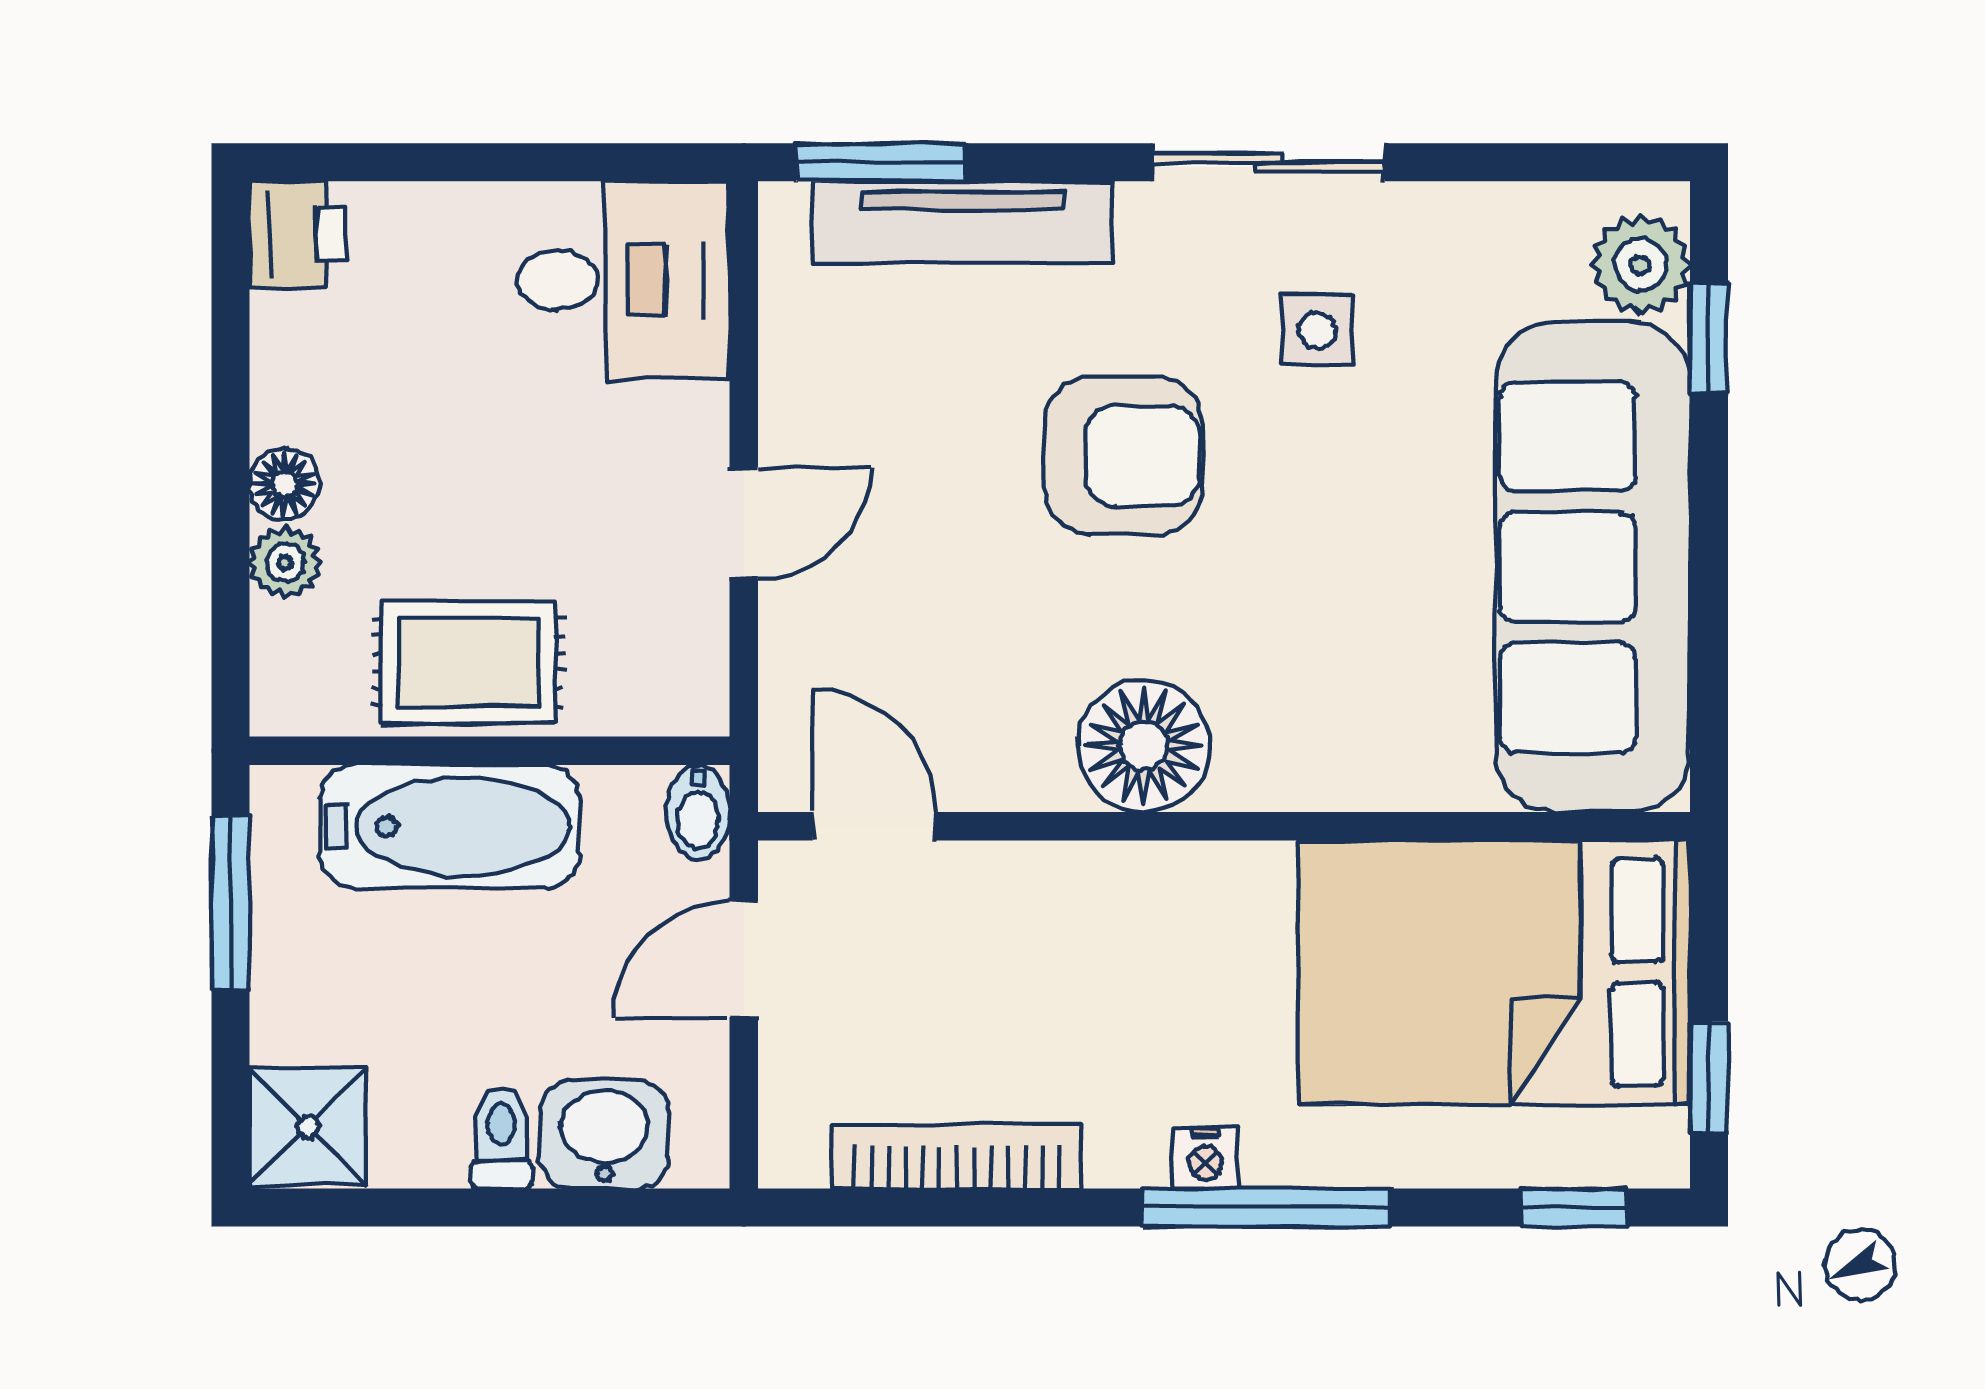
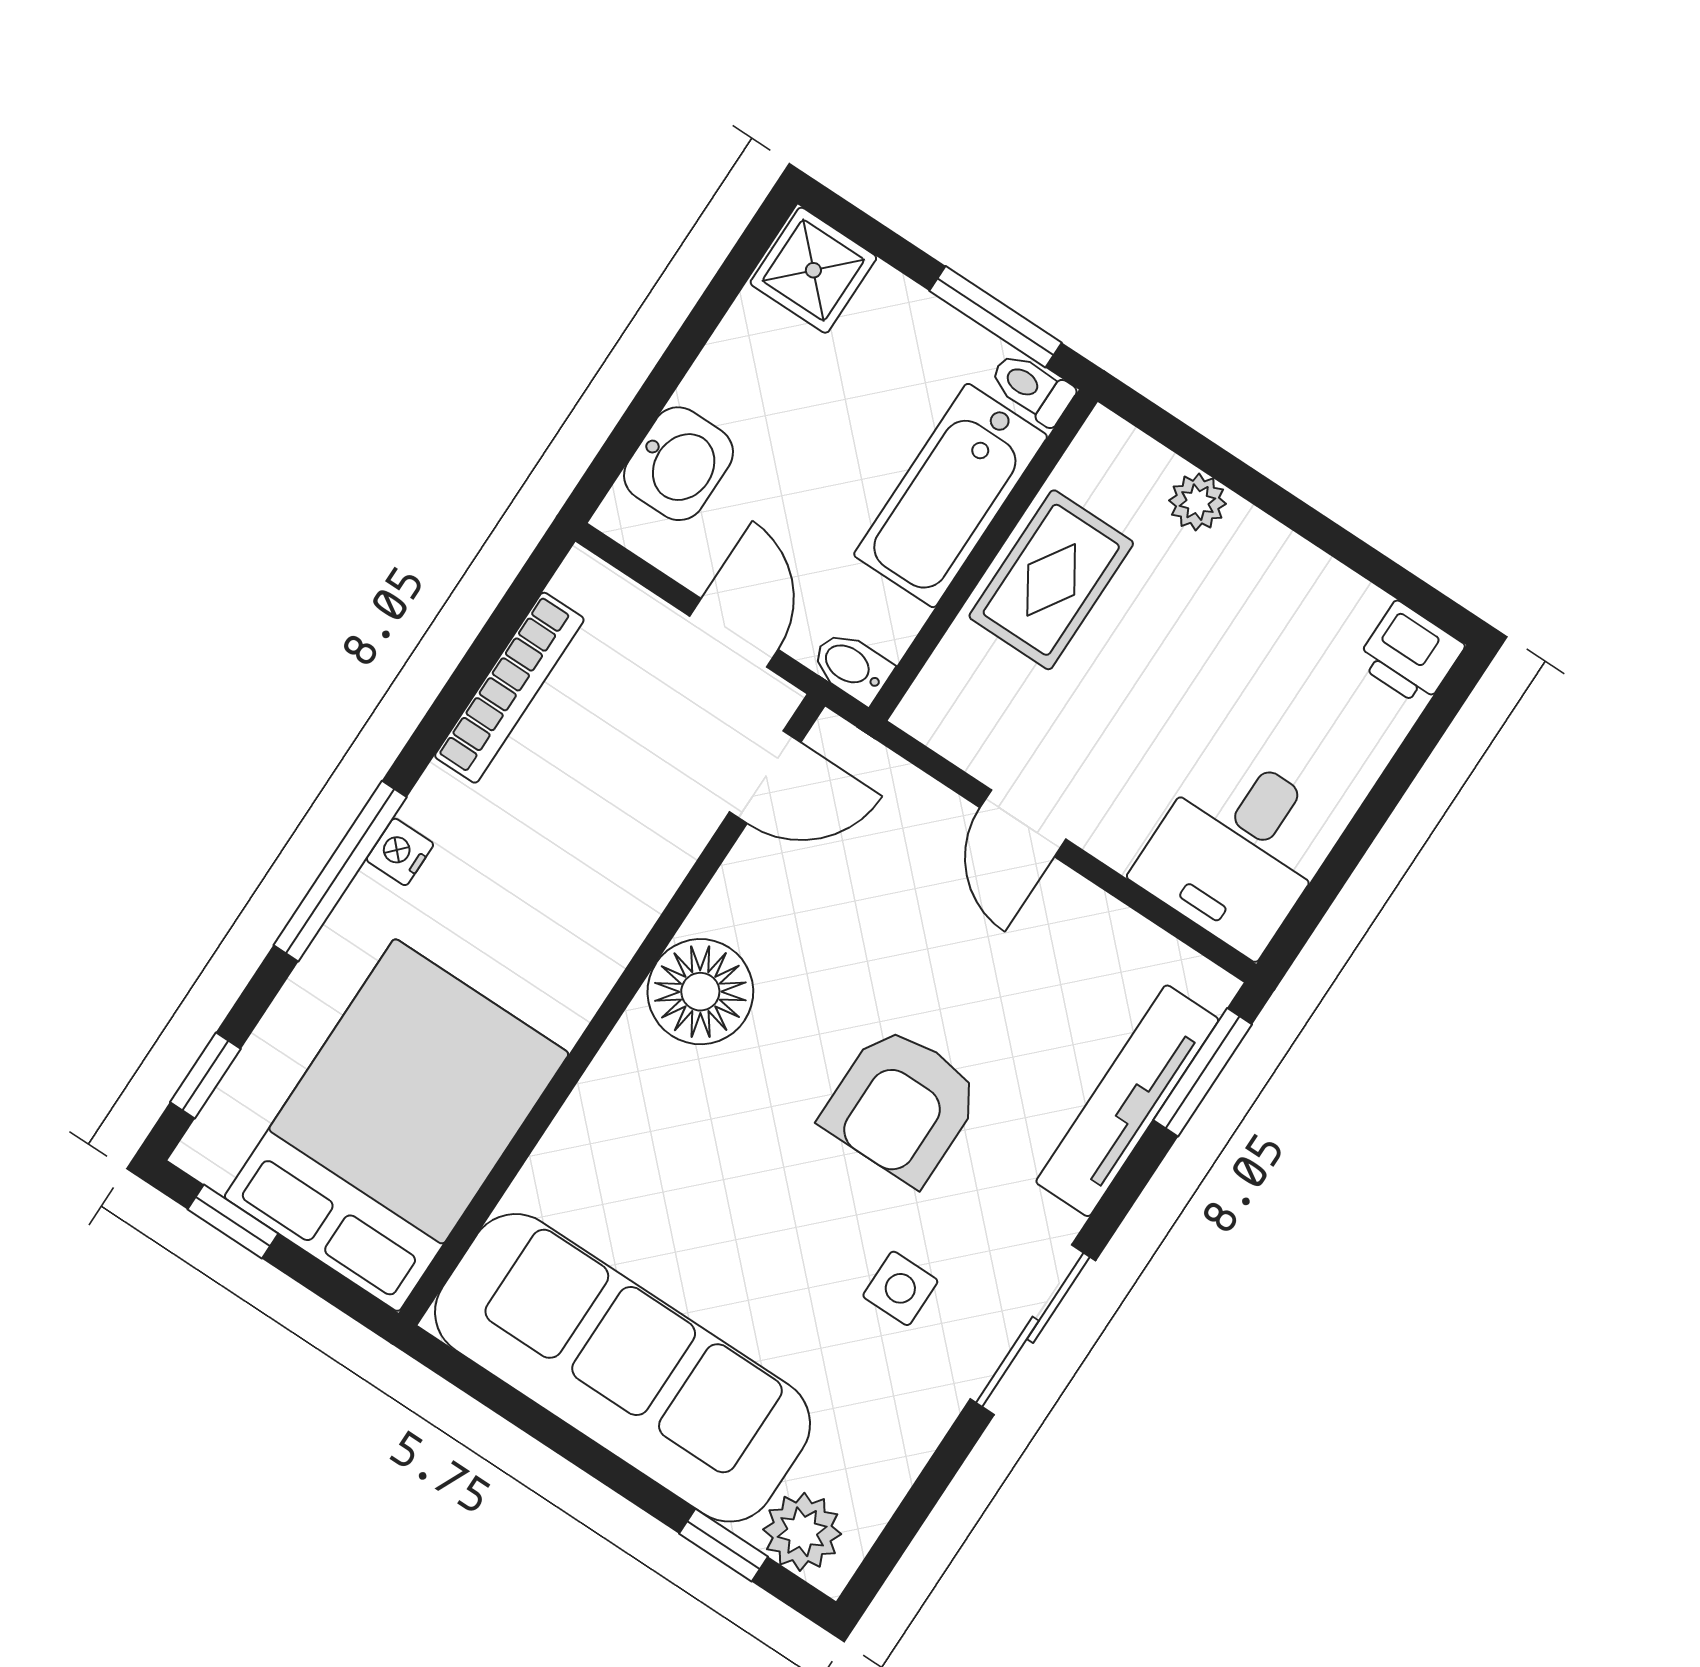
floor lamp: (285, 484) -> (1250, 536), removed
toilet: (501, 1138) -> (1032, 388), moved, turned 180

